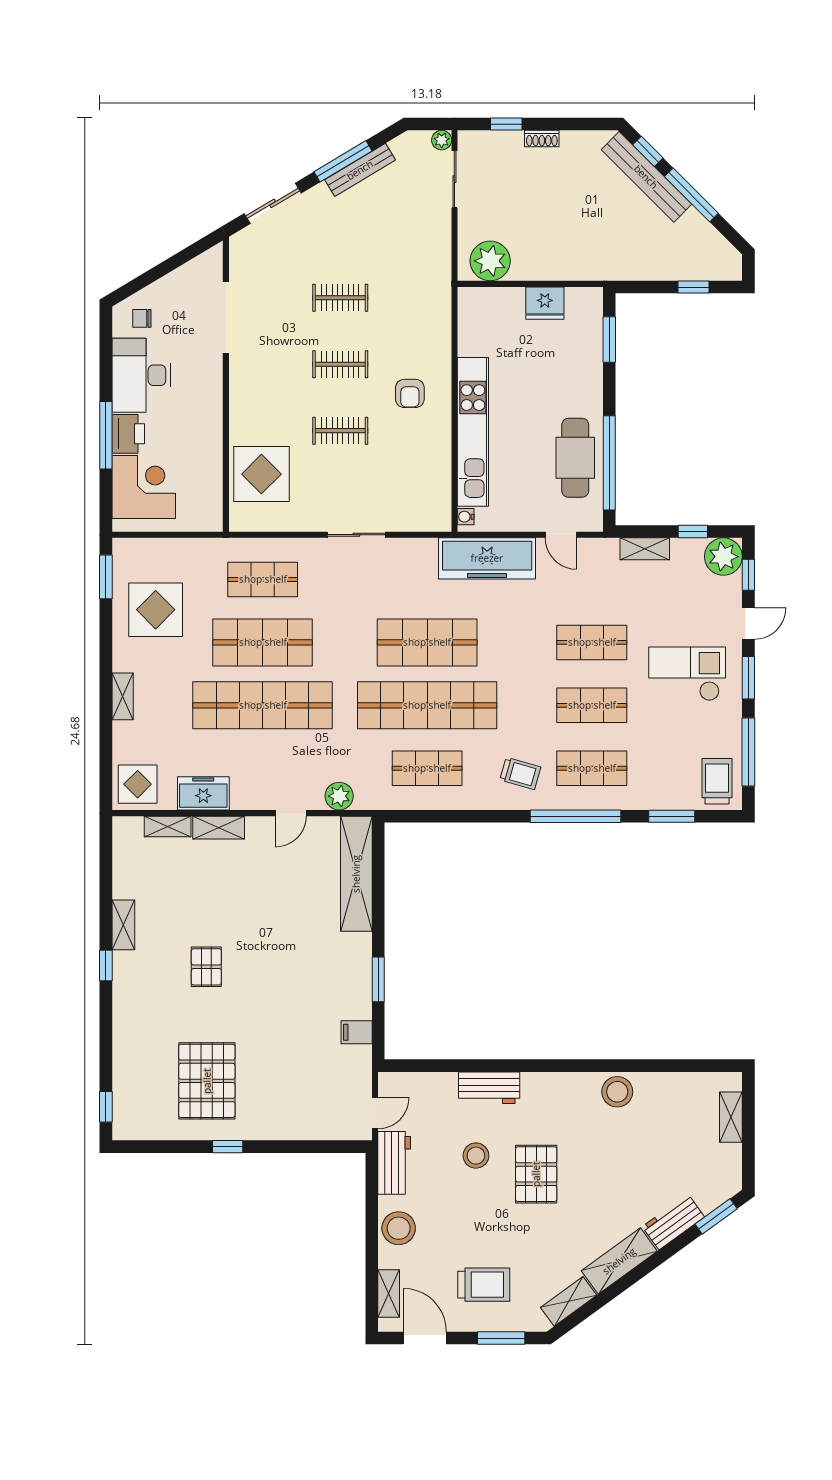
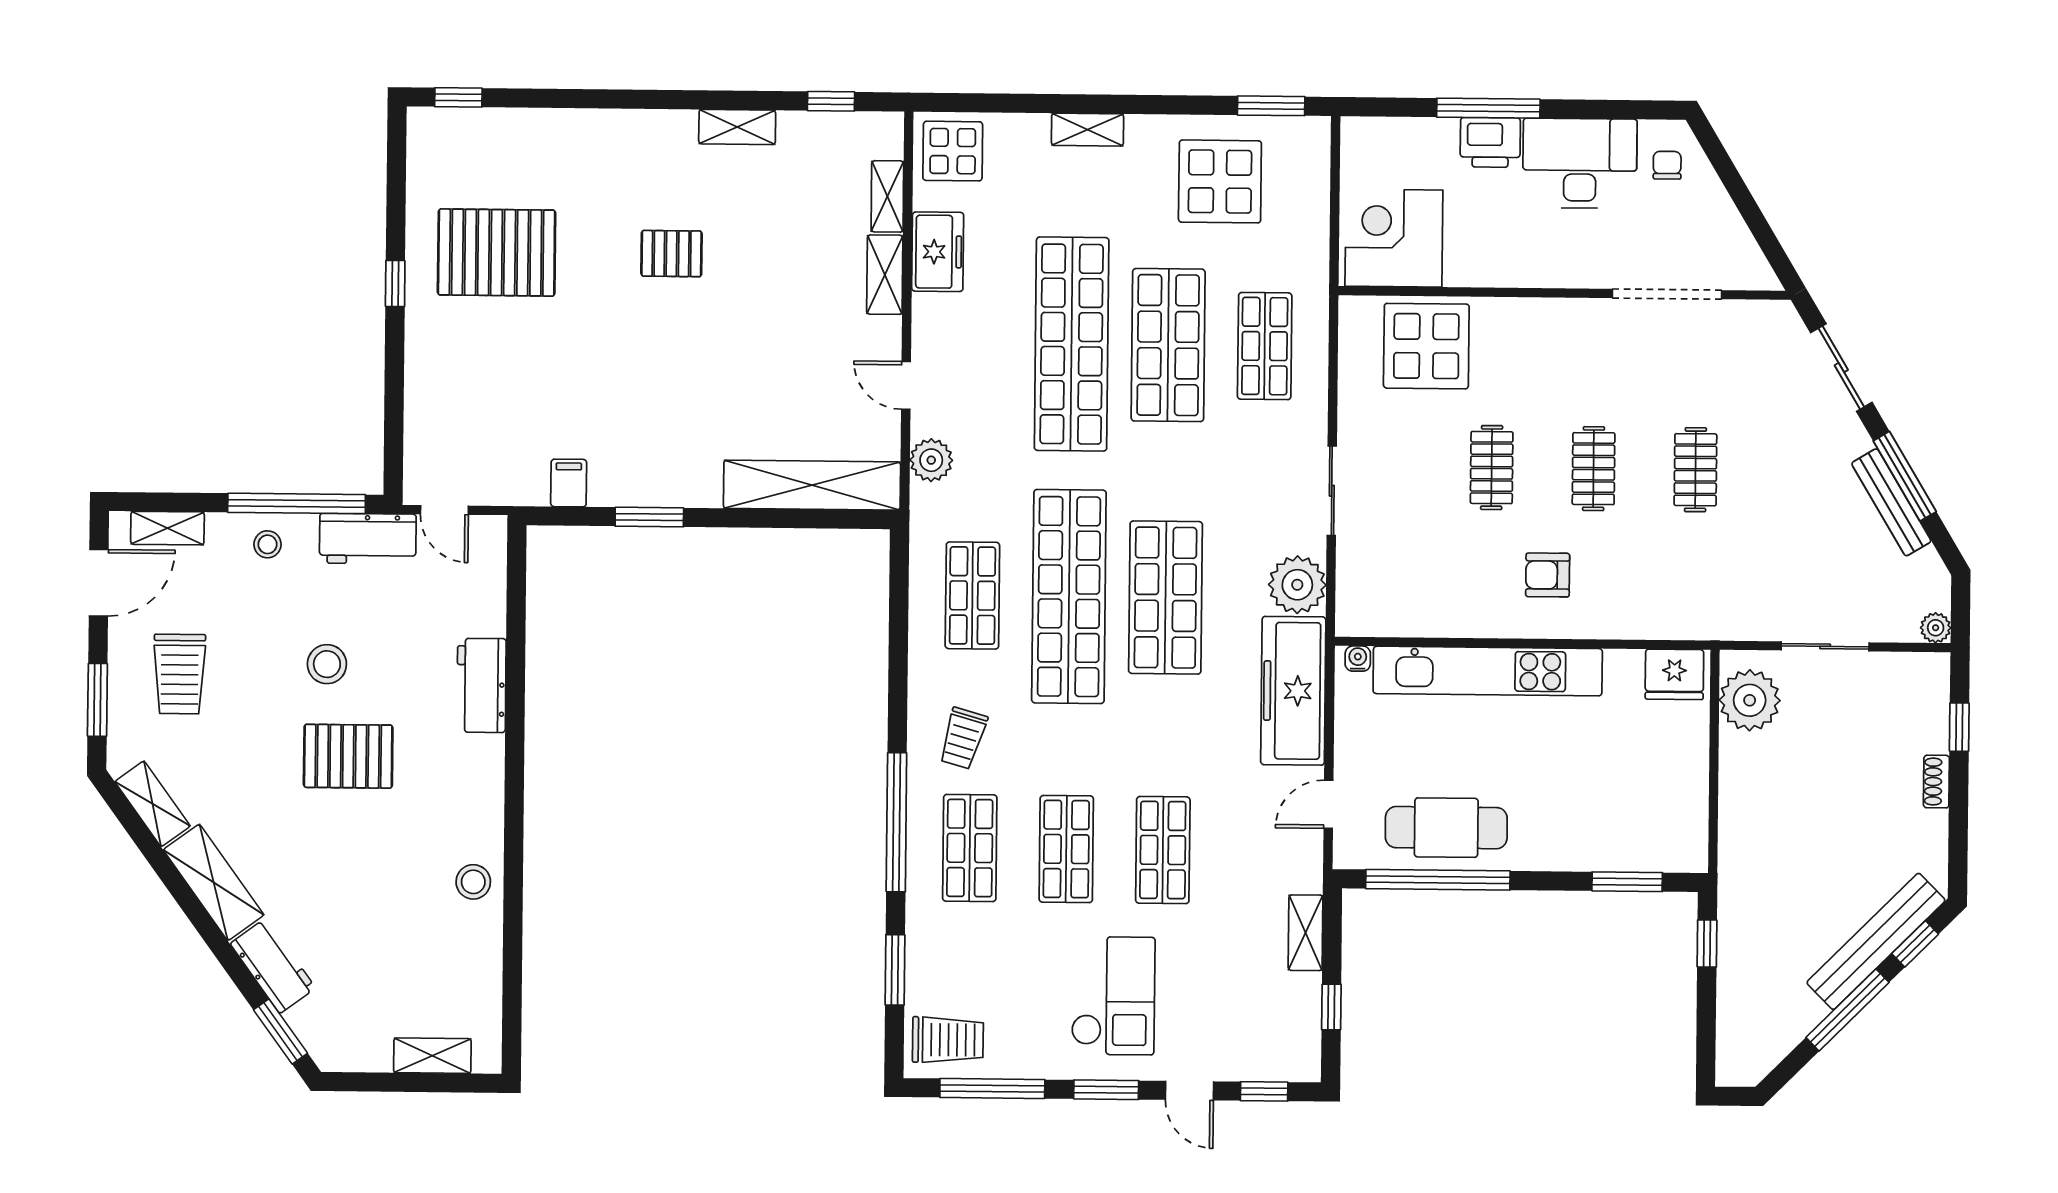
sliding door: (454, 179) -> (1825, 646), moved
window: (693, 287) -> (1707, 943), moved
fridge: (545, 303) -> (1674, 674), moved, turned -90
corner desk: (144, 487) -> (1394, 238), moved, turned 180
plant: (723, 557) -> (1297, 585), moved
window: (106, 966) -> (831, 101), moved
stool: (617, 1092) -> (473, 882), width x0.73, depth x0.73
stool: (476, 1156) -> (327, 664), moved
window: (372, 1210) -> (297, 503), added
stool: (399, 1228) -> (268, 544), width x0.53, depth x0.53

